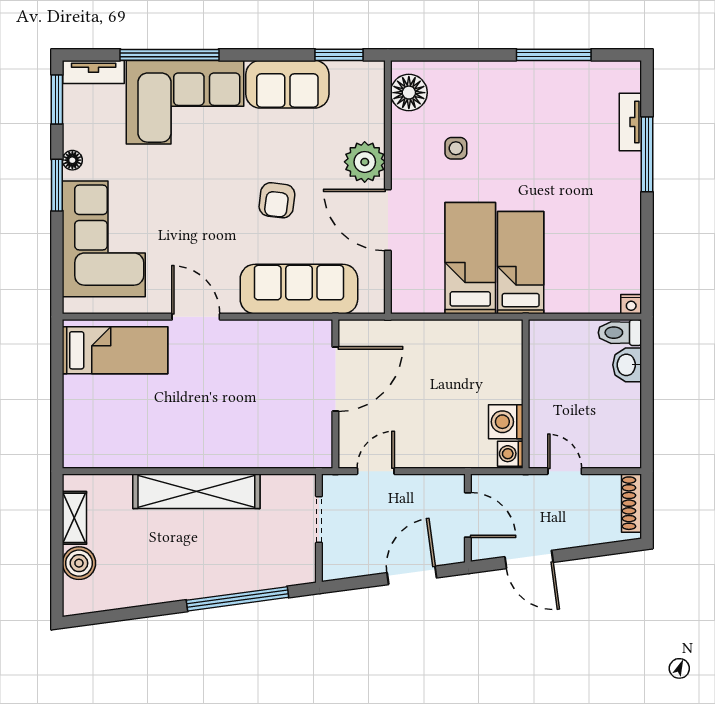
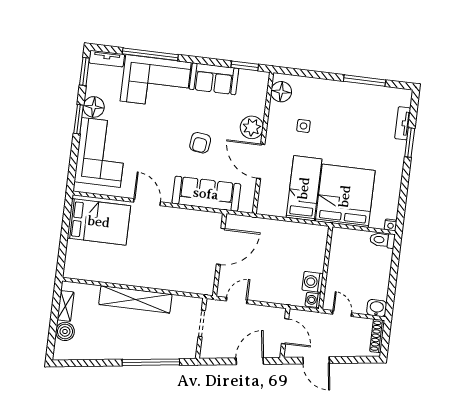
window: (647, 154) -> (410, 142), width x0.69
floor lamp: (72, 160) -> (94, 107), width x1.89, depth x1.89
bed: (521, 263) -> (345, 196), width x2.04
bed: (115, 350) -> (99, 222), width x1.50
washbasin: (627, 365) -> (377, 308), moved, turned 90

